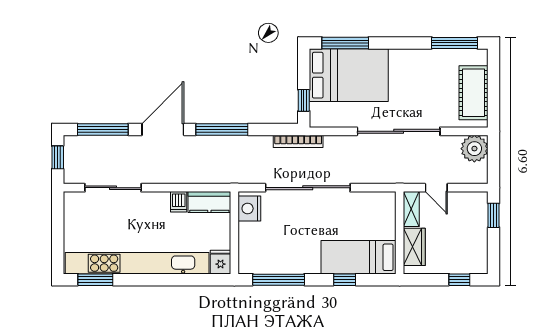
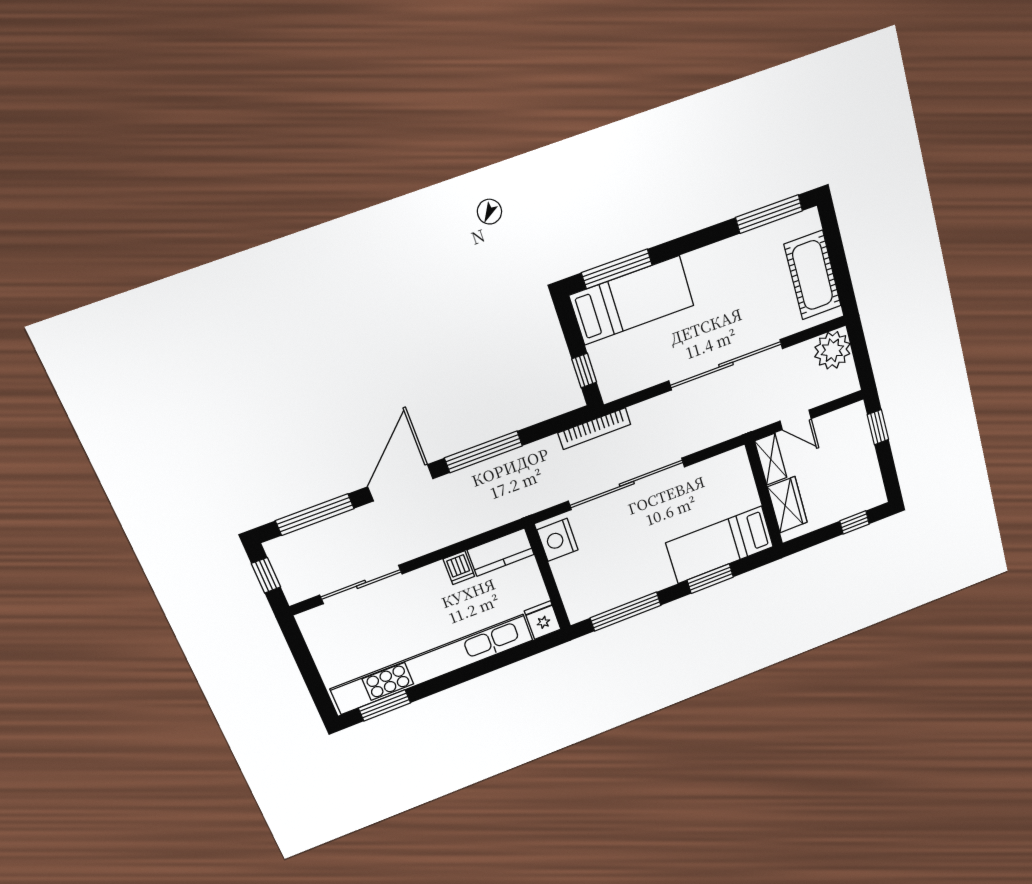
bed: (349, 75) -> (632, 300), width x0.67
window: (345, 280) -> (710, 579), width x1.50

